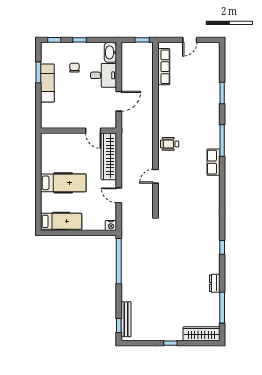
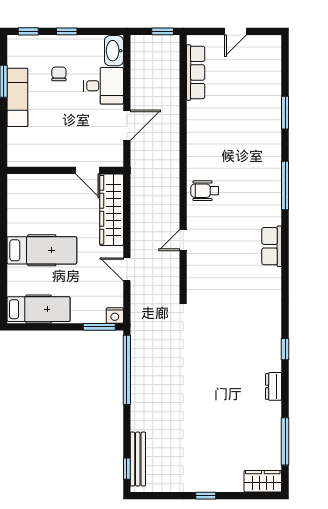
row of seats: (213, 162) -> (272, 246), moved
window: (101, 233) -> (99, 327), added
dresser: (215, 283) -> (274, 386), moved
wardrobe: (202, 334) -> (263, 481), width x0.67

